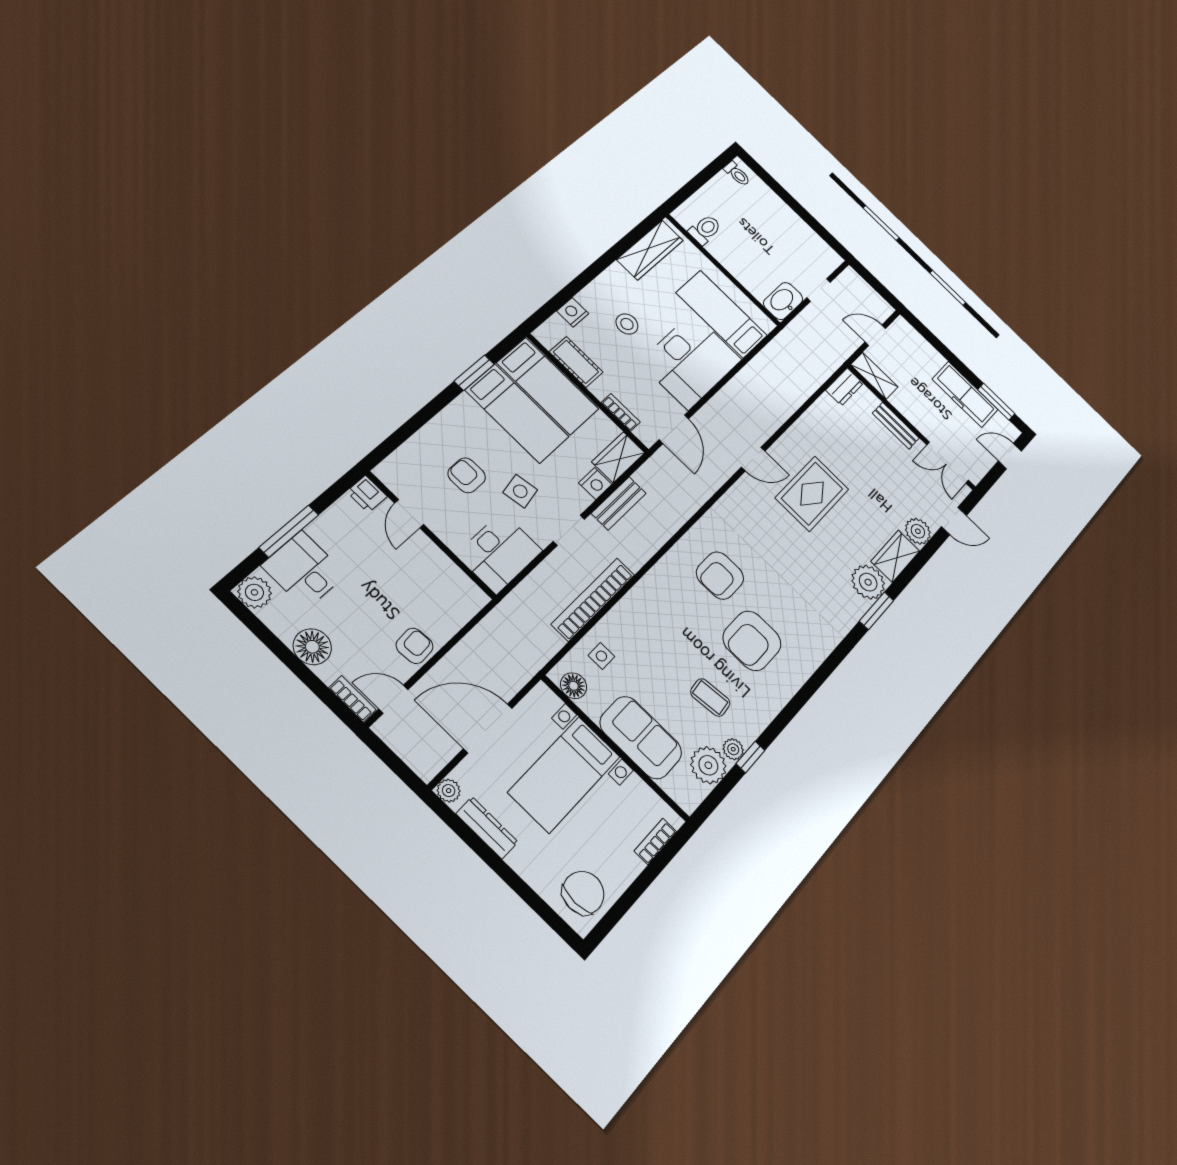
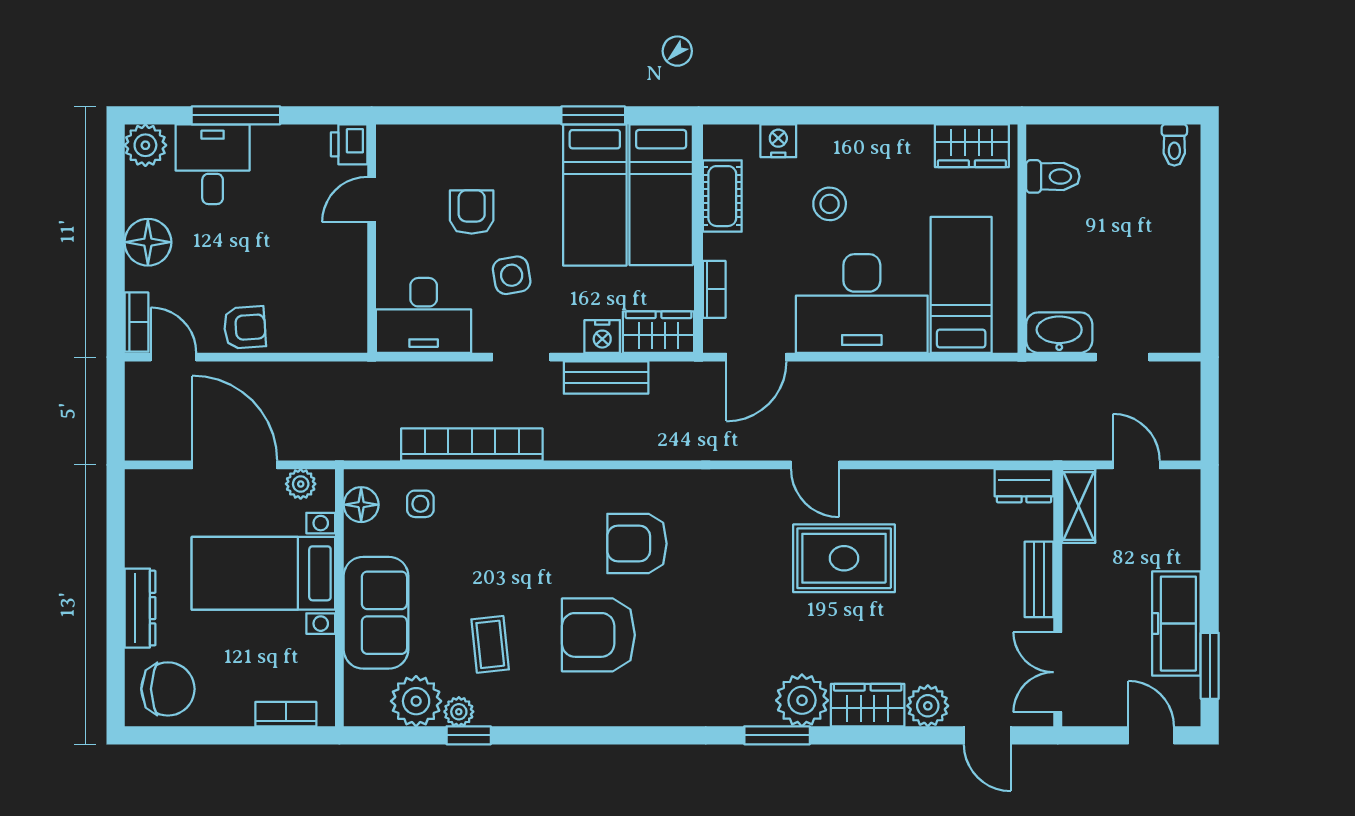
wardrobe: (650, 250) -> (972, 146), width x0.67
plant: (449, 791) -> (301, 484), moved
dresser: (487, 828) -> (140, 608), moved

